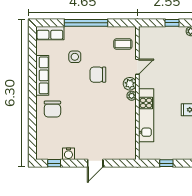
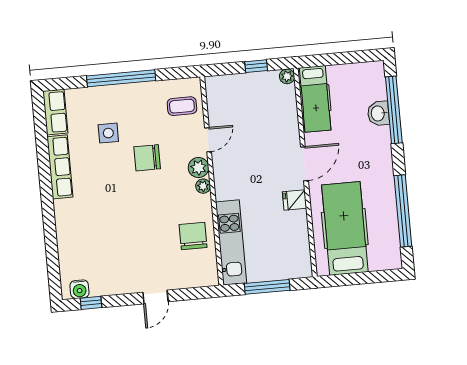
row of seats: (50, 33) -> (55, 112), moved, turned -90
chair: (52, 109) -> (193, 236), moved, turned 180
kitchen unit: (146, 115) -> (231, 242), moved
water cooler: (68, 154) -> (79, 289), moved
window: (166, 163) -> (267, 287), width x2.17

